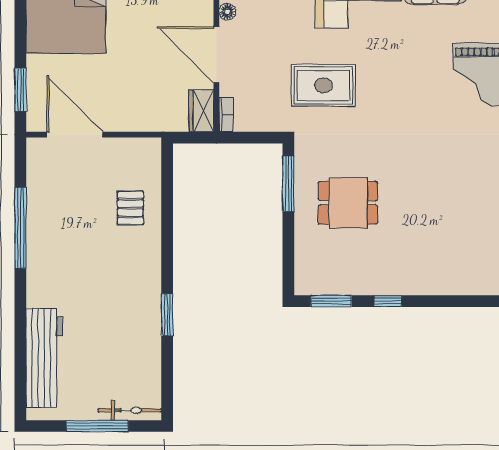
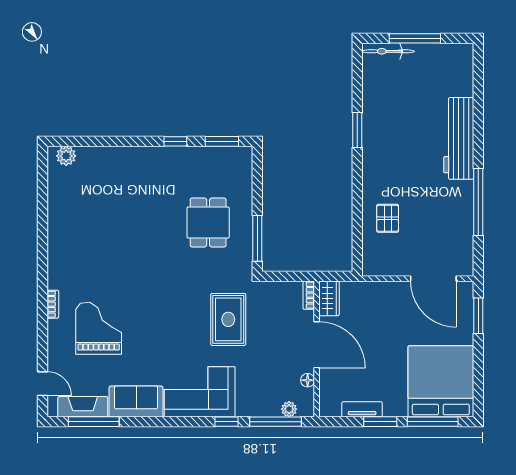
rug: (323, 85) -> (228, 319), turned 90
dining table: (348, 203) -> (208, 223), turned 90
workbench: (44, 358) -> (459, 138), moved

